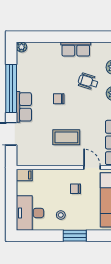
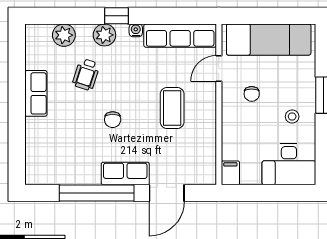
plant: (22, 47) -> (33, 177), removed

